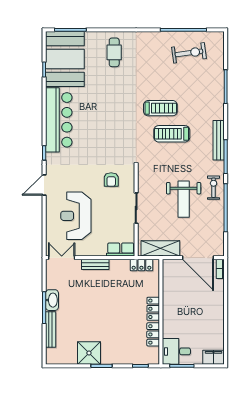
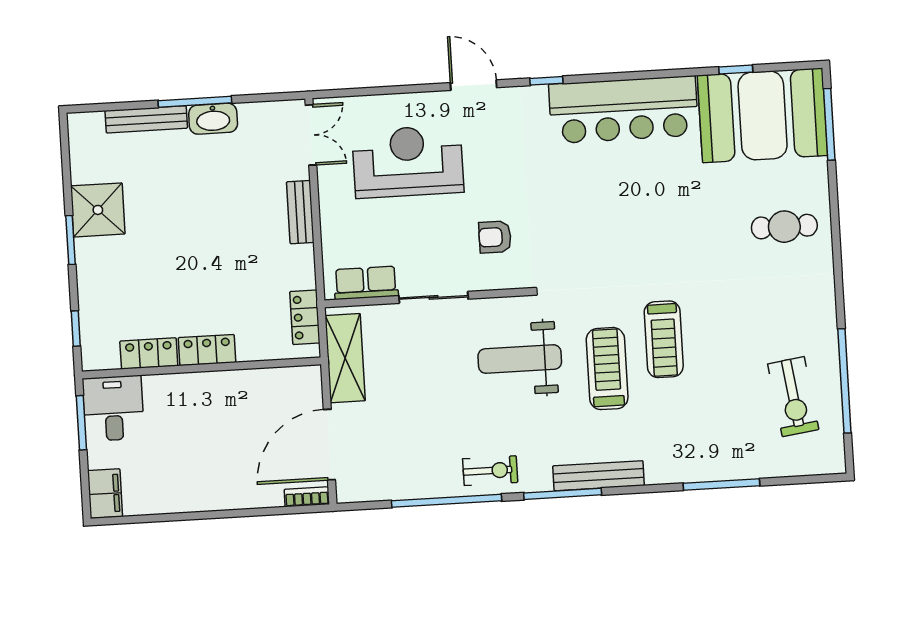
weight bench: (184, 199) -> (520, 359), moved
row of seats: (121, 249) -> (366, 283), moved, turned -90

